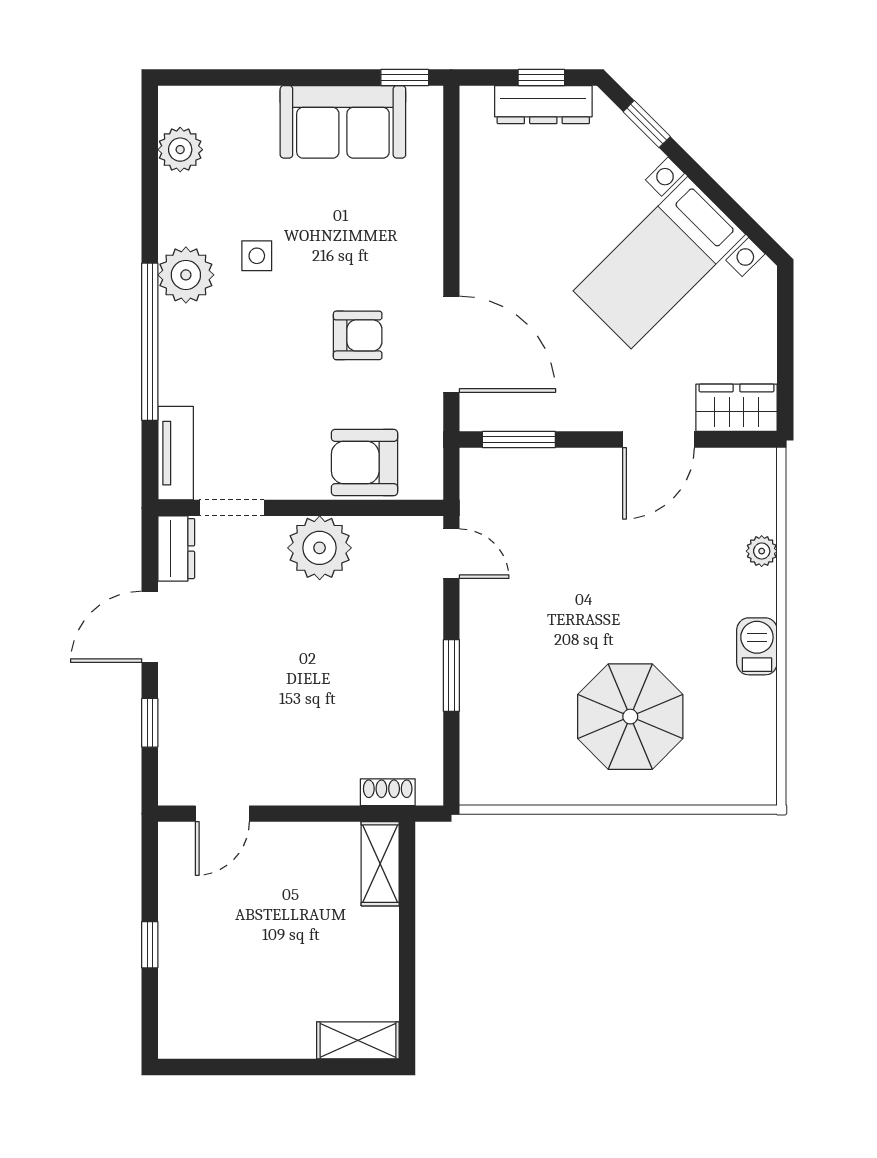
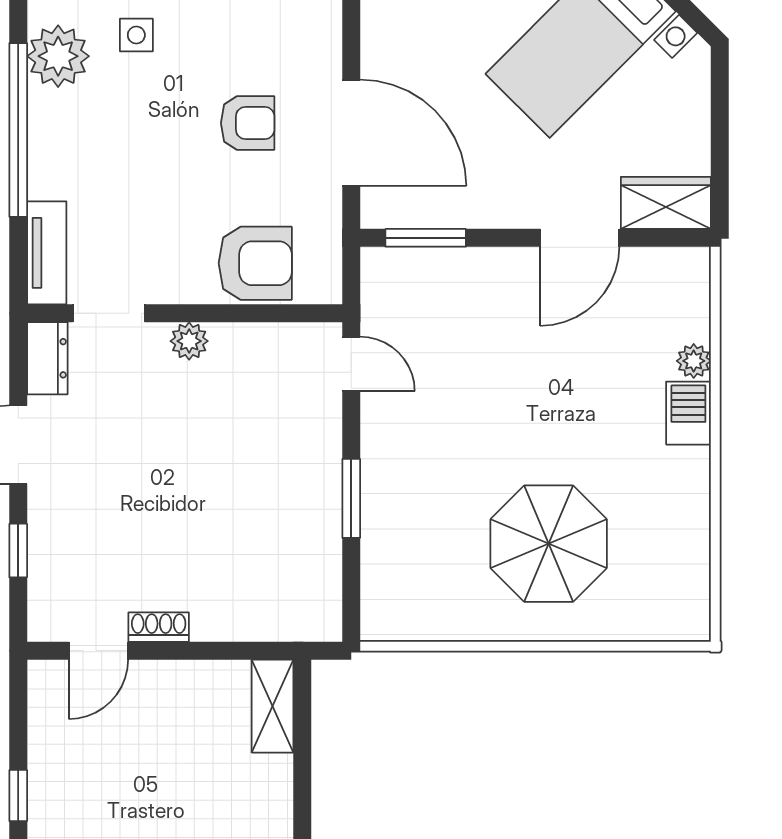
armchair: (364, 463) -> (255, 263), turned 180
plant: (320, 548) -> (189, 341), width x0.53, depth x0.53
barbecue: (757, 646) -> (688, 413), moved
shoe rack: (388, 792) -> (159, 627), moved

